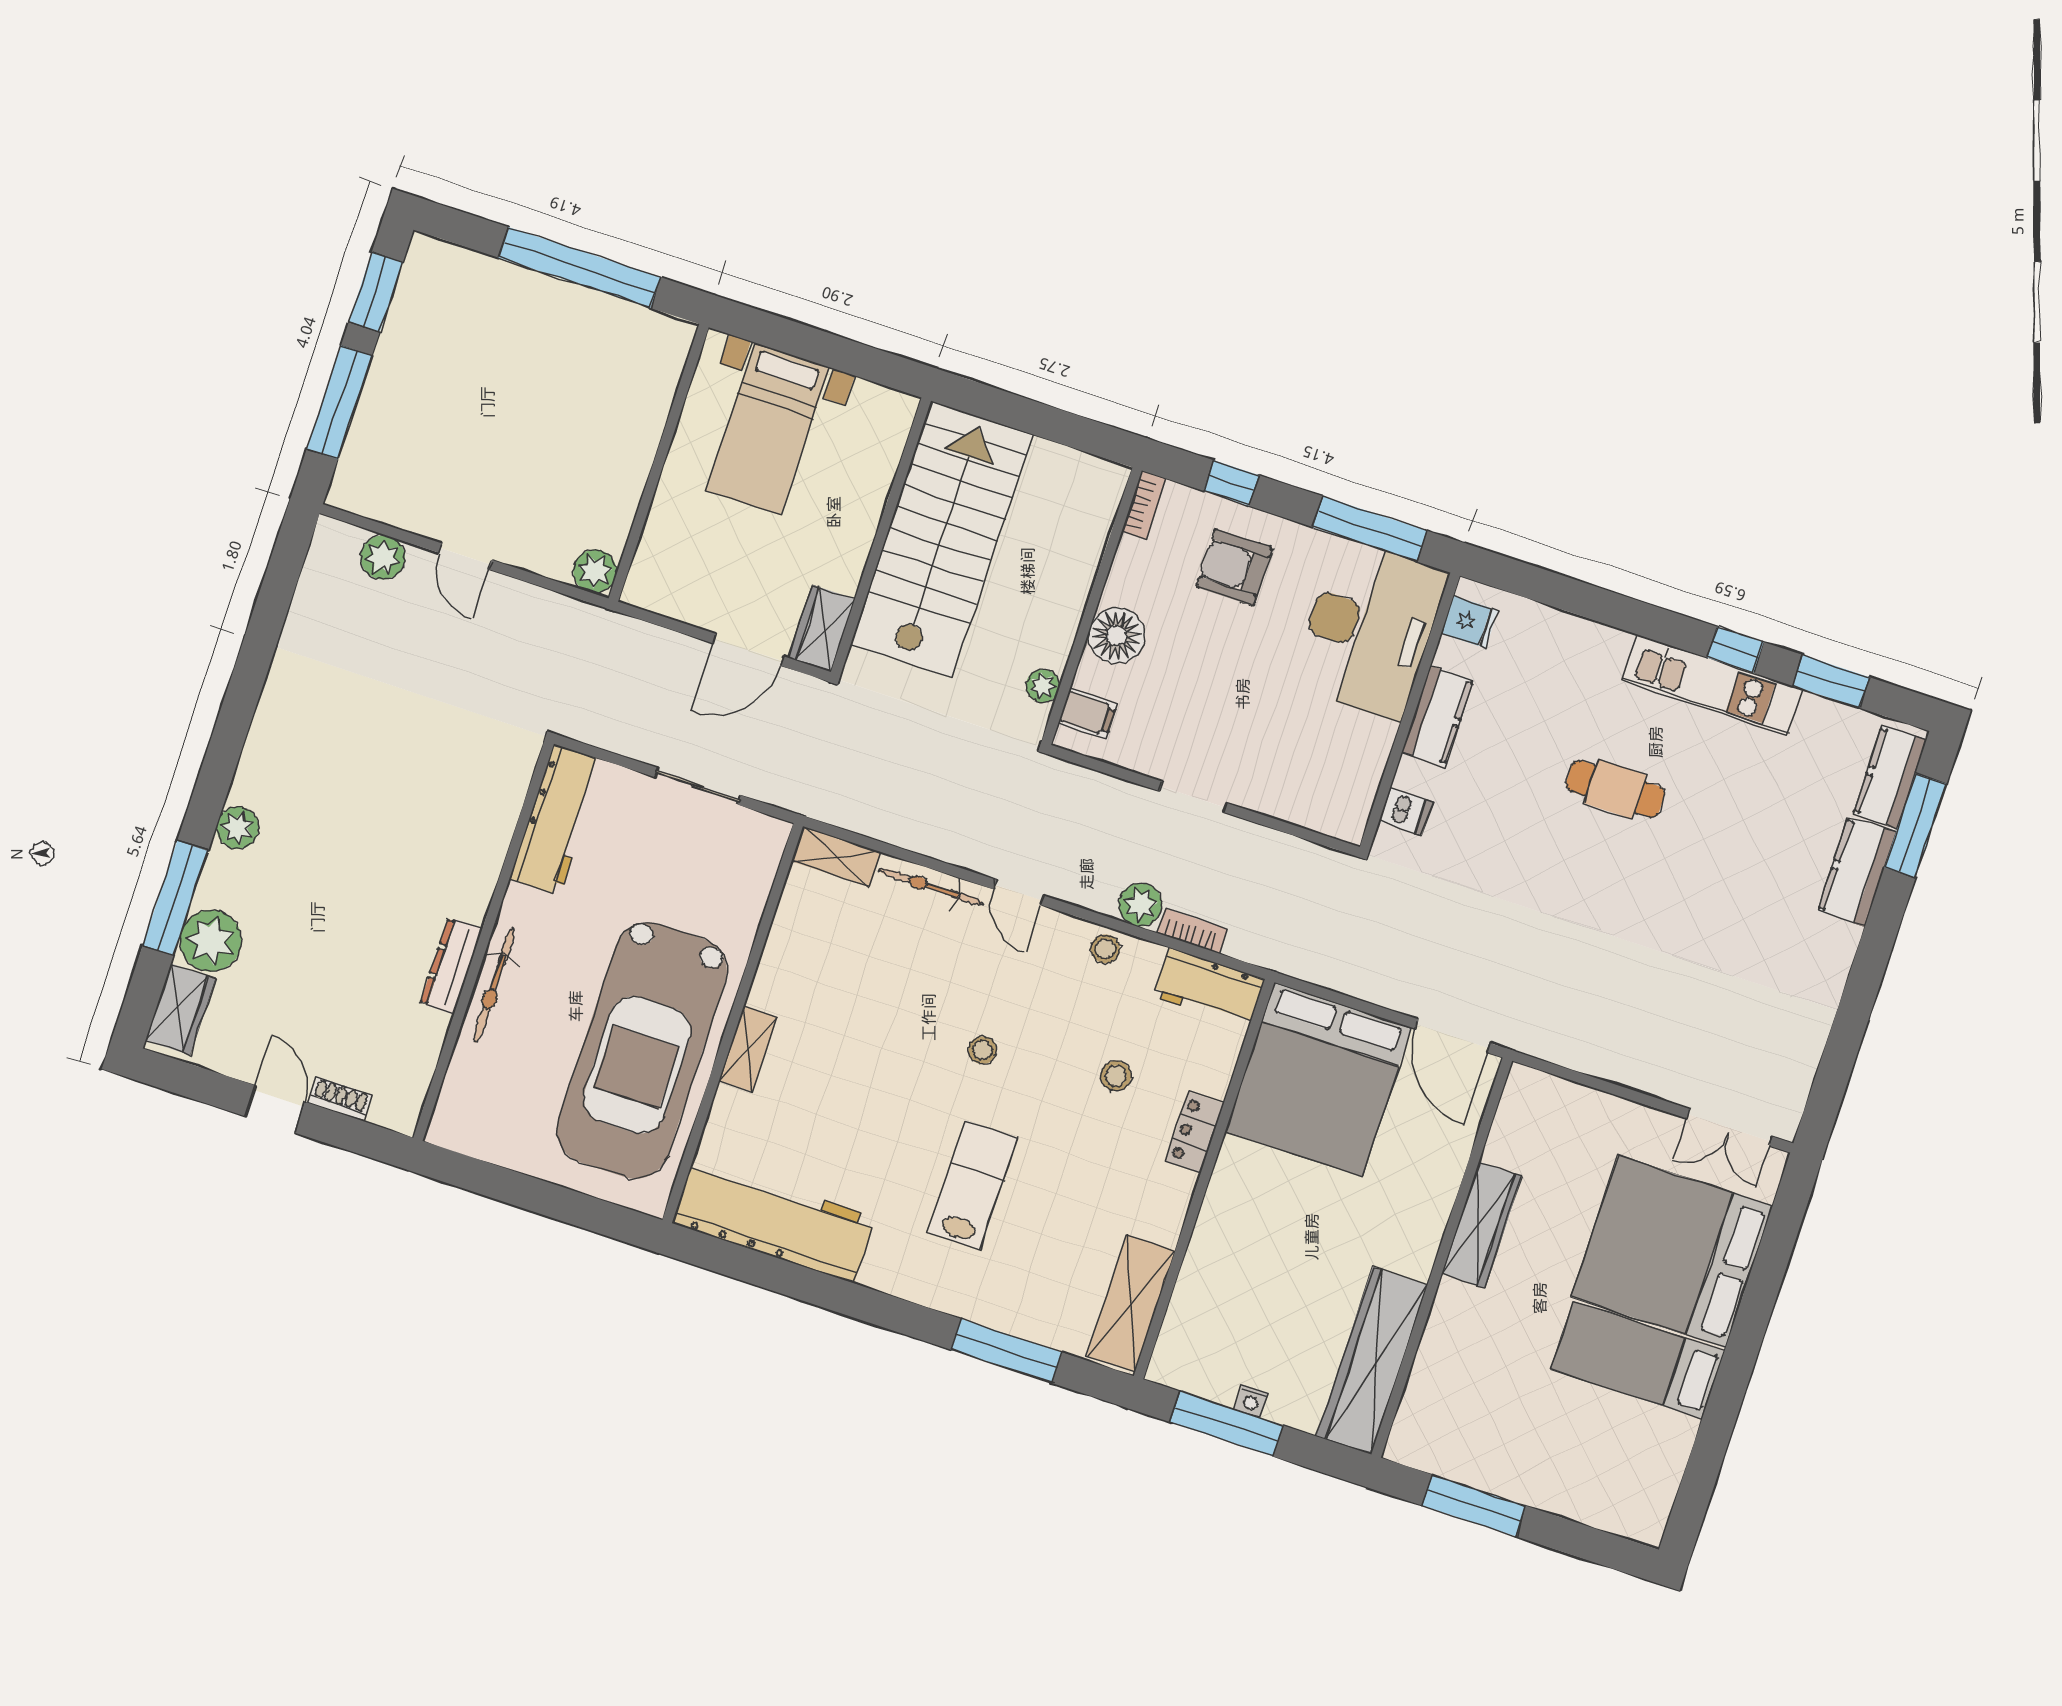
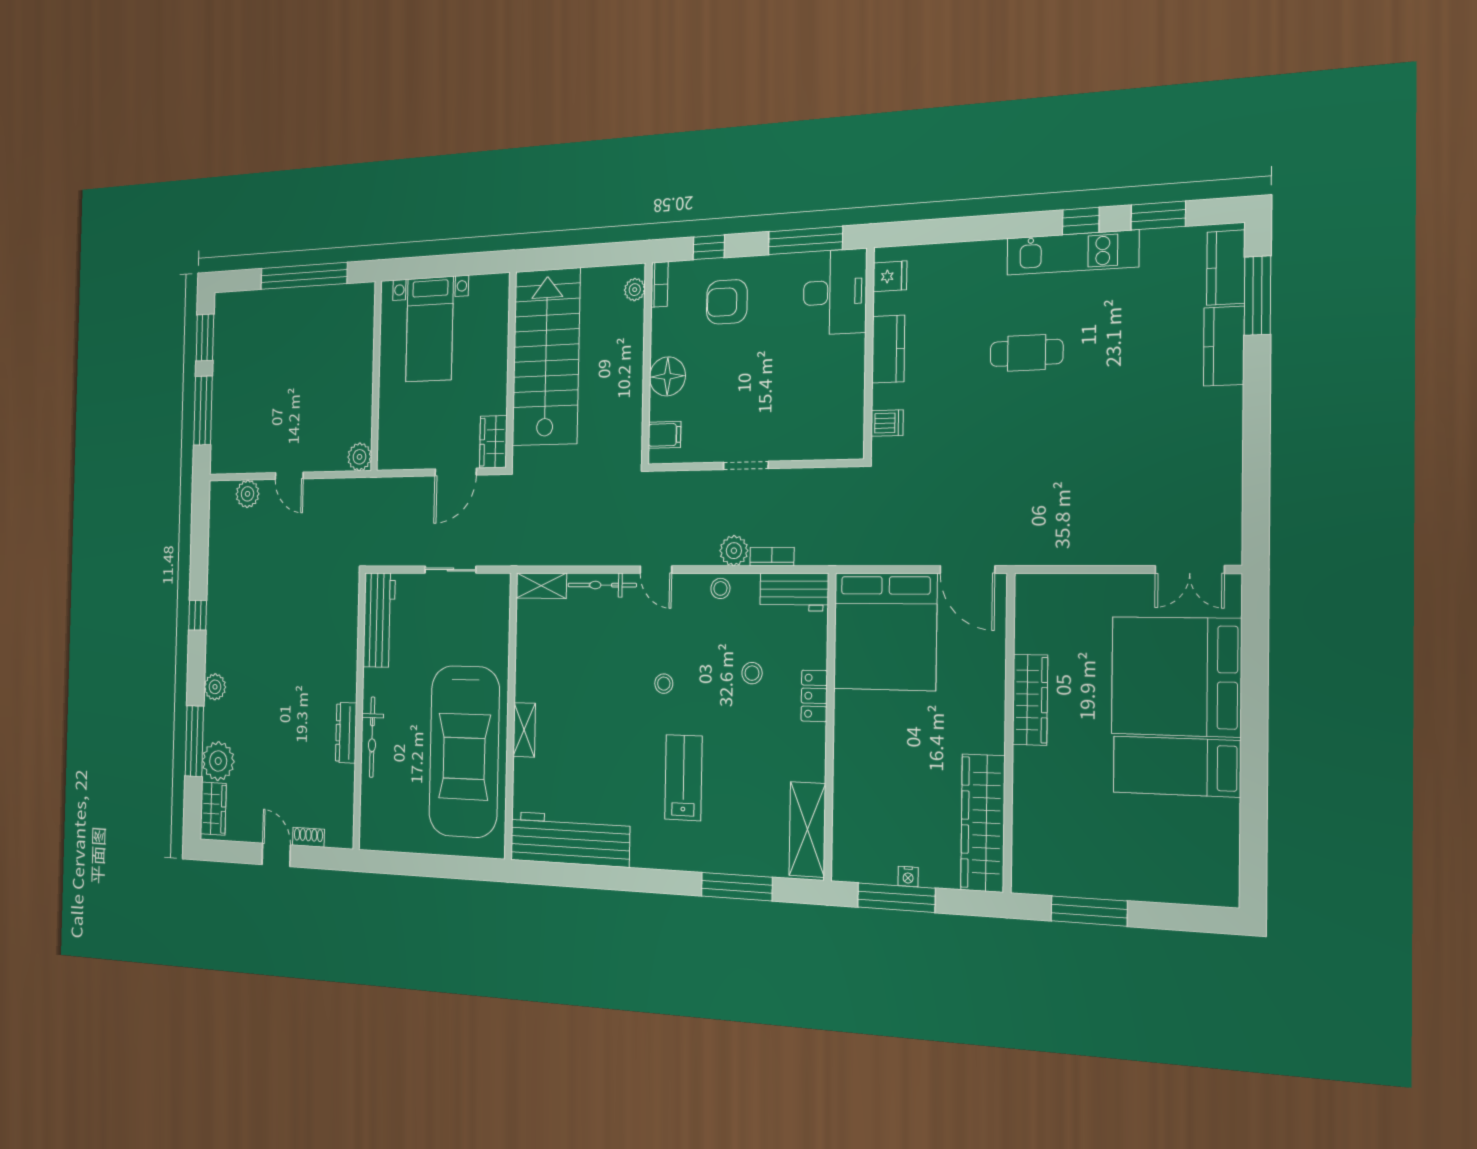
desk: (1369, 629) -> (835, 292), width x0.73, depth x0.77
plant: (1043, 686) -> (635, 290), moved
window: (238, 710) -> (198, 615), added

